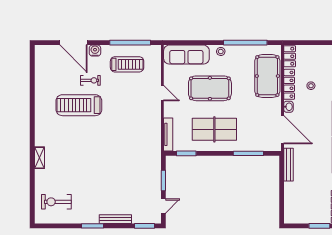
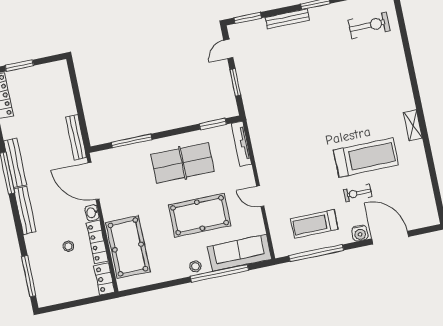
window: (245, 43) -> (219, 273), moved
shelving: (39, 158) -> (413, 125), moved

